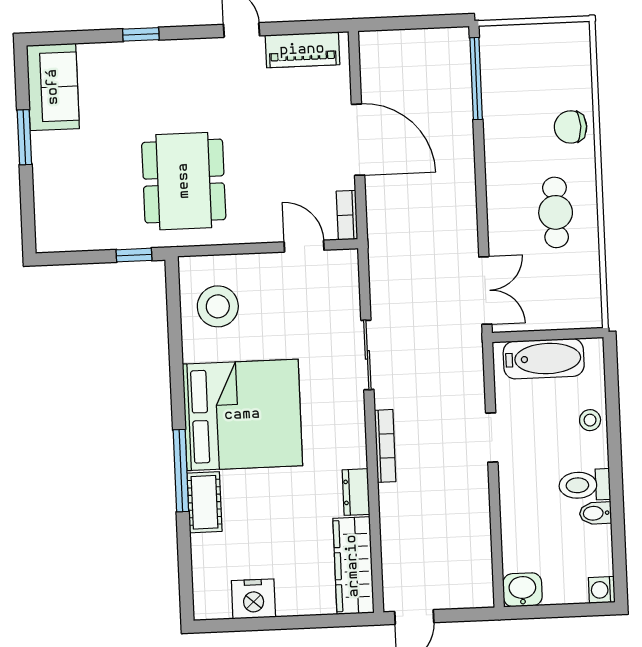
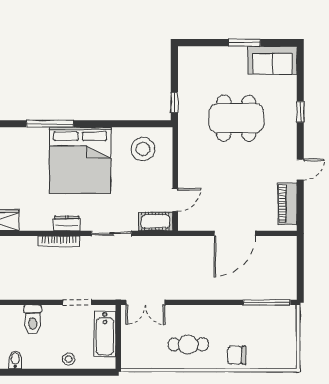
chair: (571, 127) -> (237, 355), turned -90
dining table: (184, 181) -> (236, 118), moved
bookcase: (347, 215) -> (192, 225), removed
doorway: (492, 438) -> (77, 302), moved
toilet: (585, 485) -> (33, 320), moved, turned 180
dresser: (356, 492) -> (67, 223), moved
cot: (204, 502) -> (156, 221), moved

